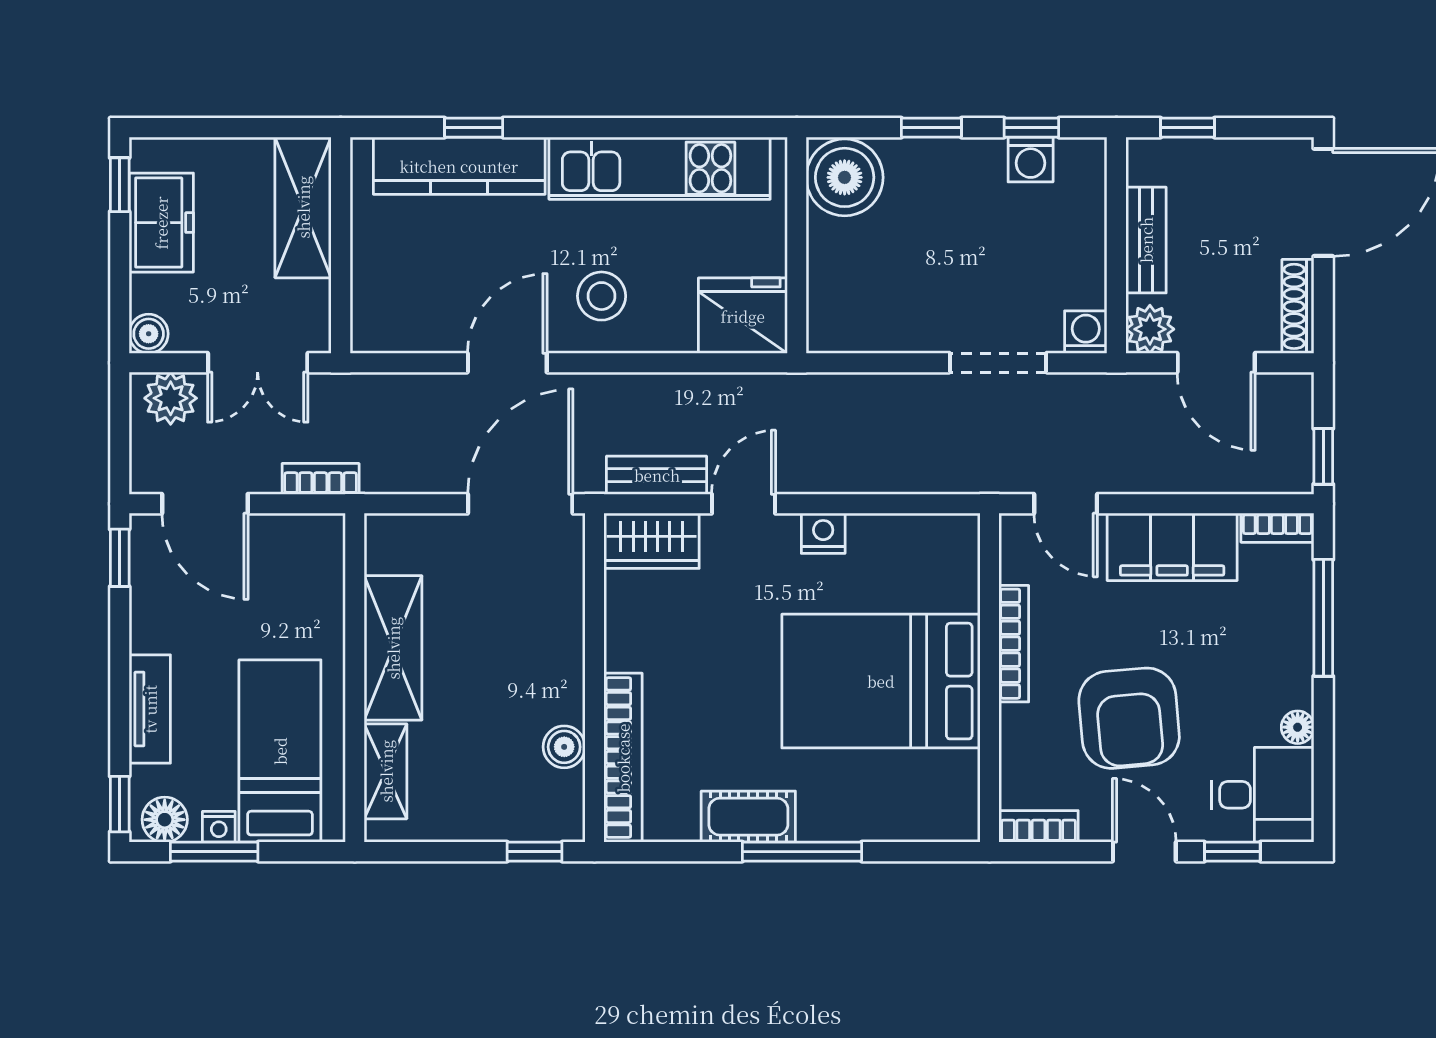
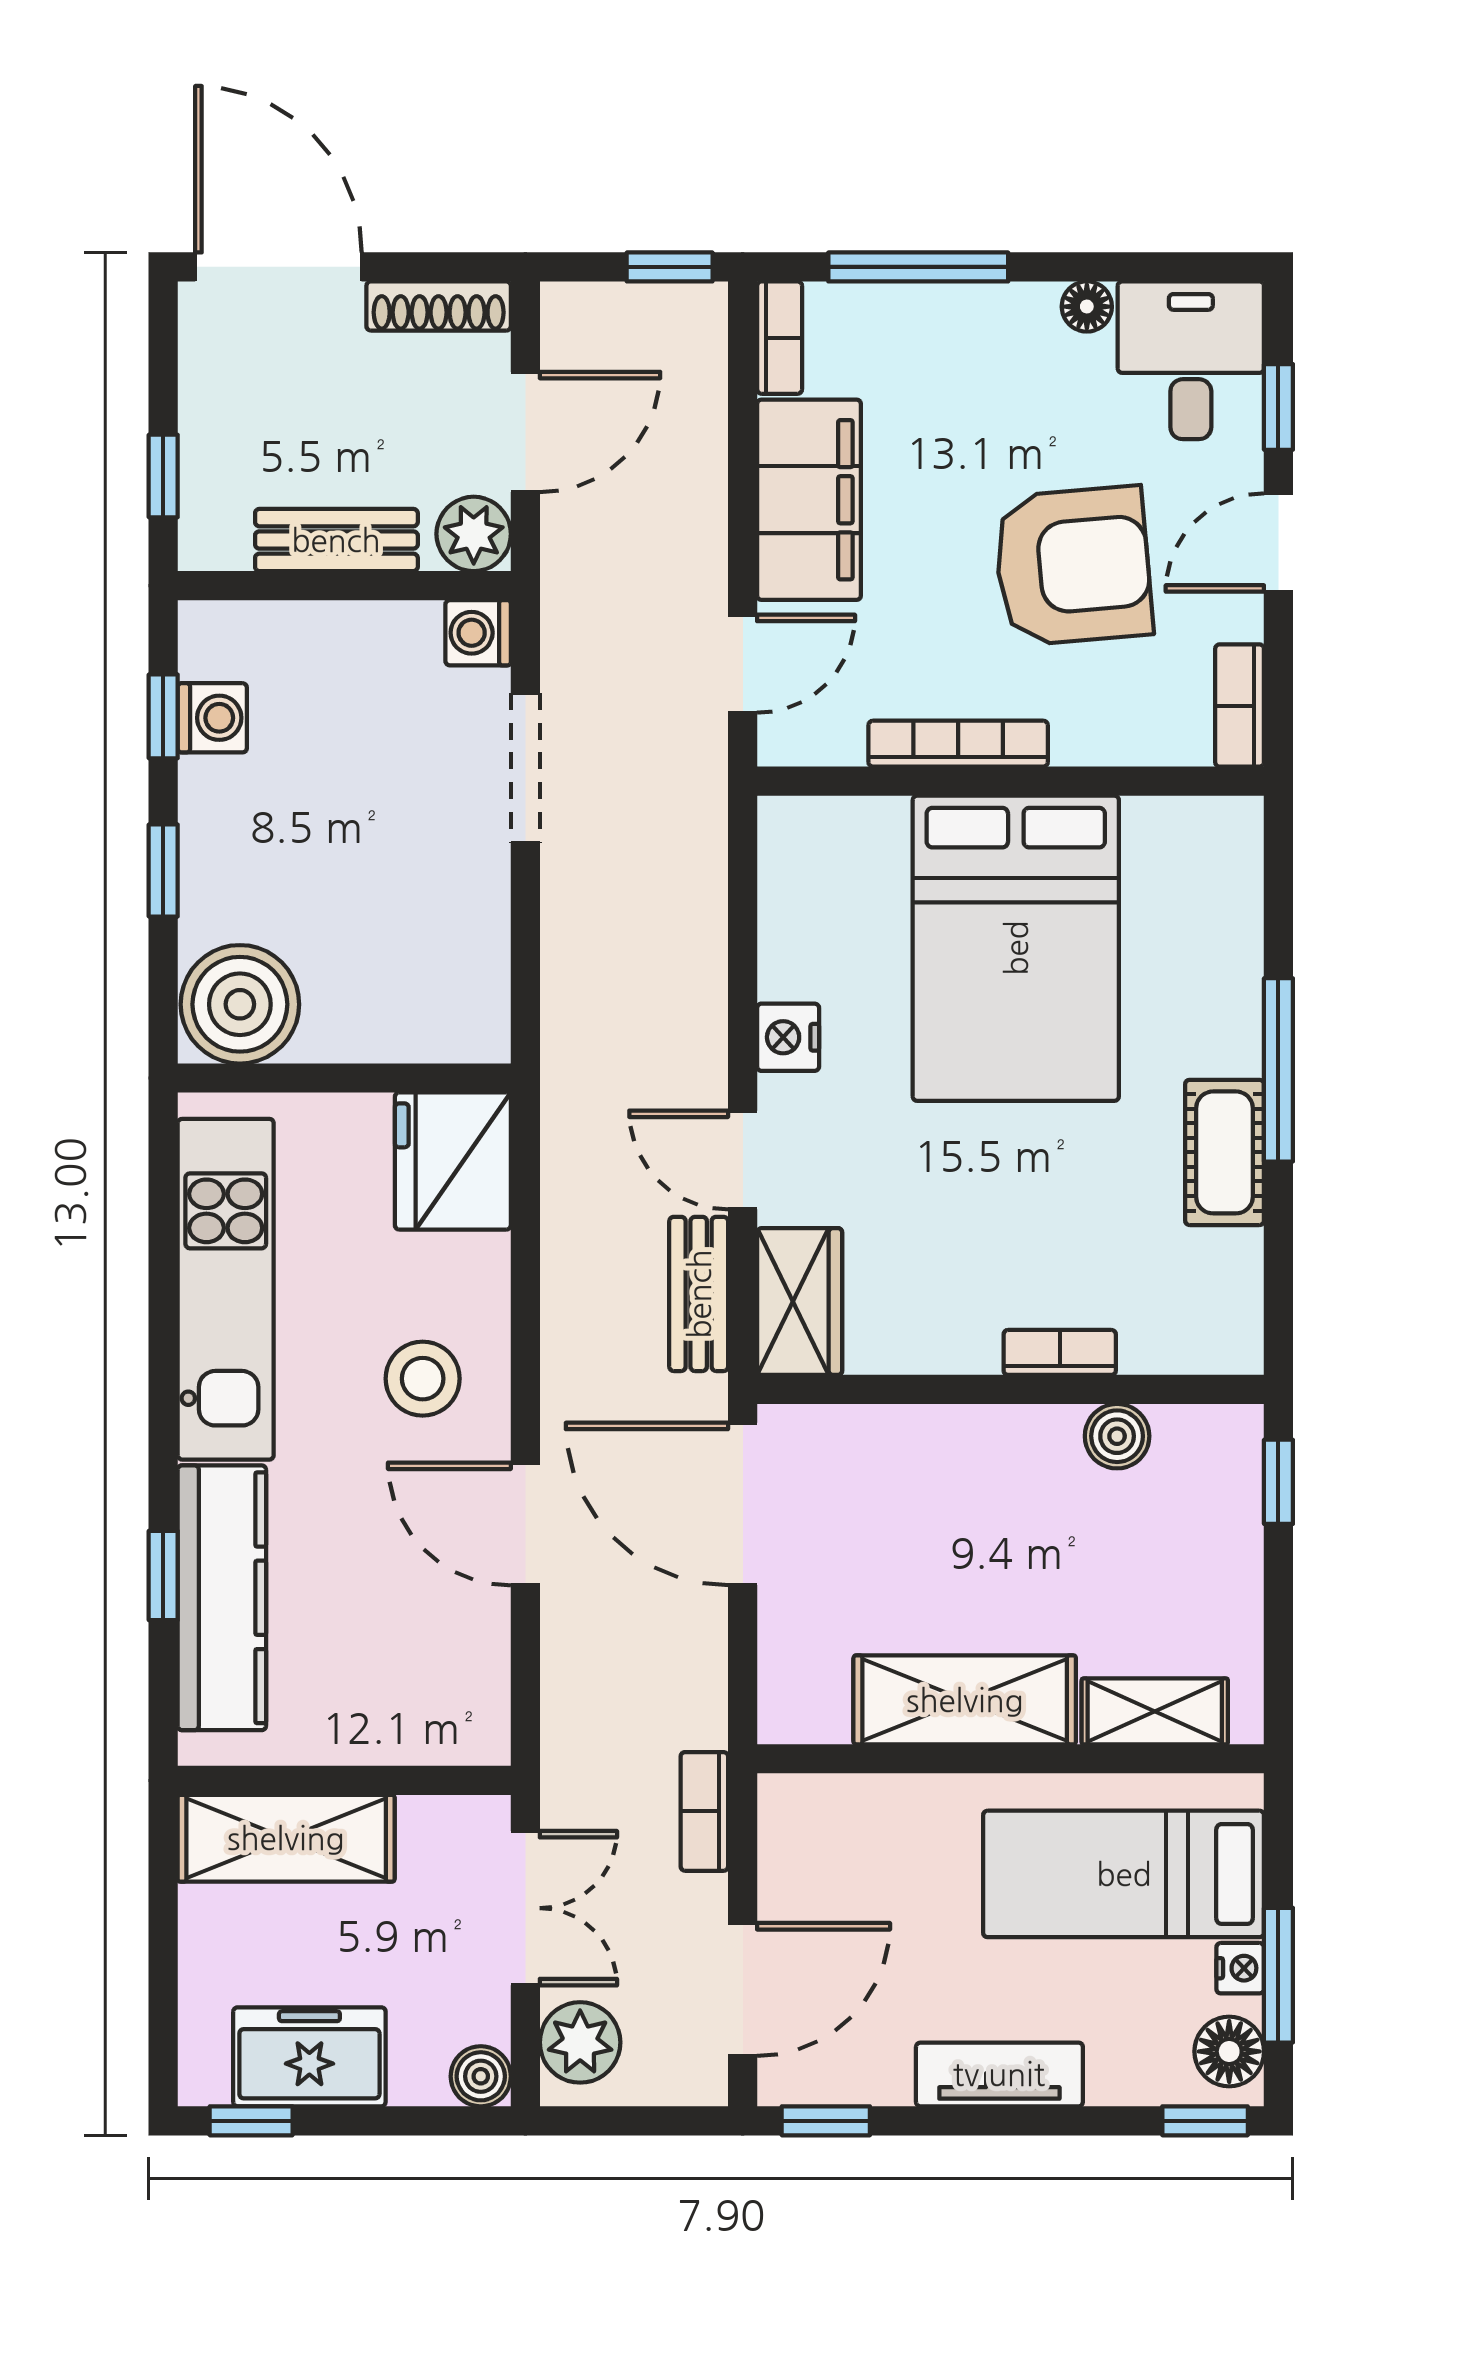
tv unit: (150, 709) -> (999, 2074), moved
bookcase: (623, 758) -> (1060, 1352), width x0.43, depth x0.76

